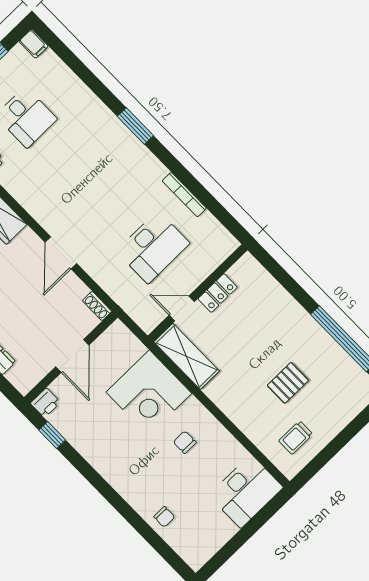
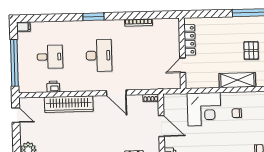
desk: (153, 247) -> (99, 55), moved
locker: (218, 293) -> (190, 40), width x1.53
shelving: (187, 356) -> (237, 80), moved

